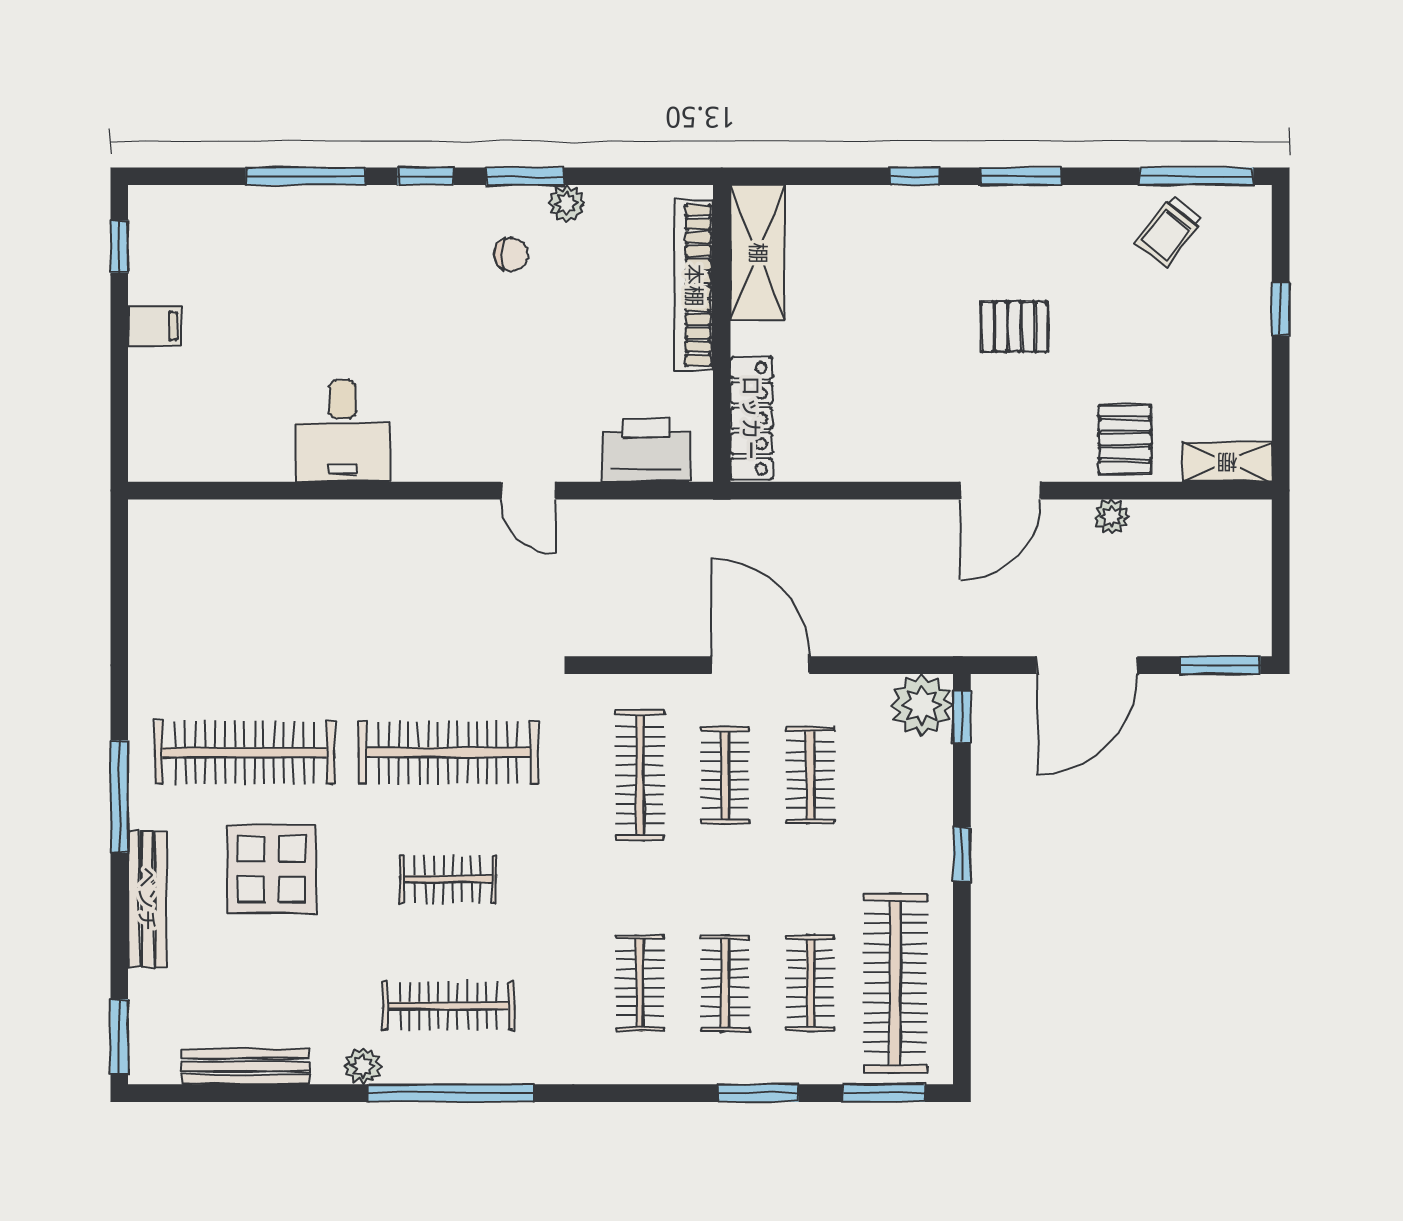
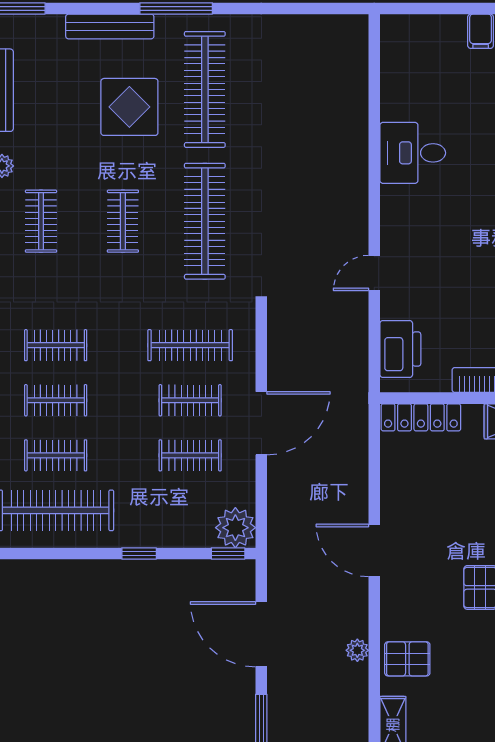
door: (1000, 491) -> (374, 550), moved
clothes rail: (448, 1006) -> (41, 221), width x0.73

